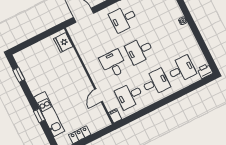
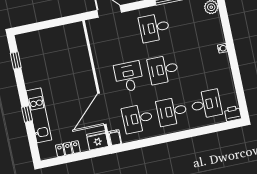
fridge: (63, 42) -> (97, 140), moved, turned 90
desk: (155, 82) -> (172, 111), turned 180
door: (99, 95) -> (102, 109), width x1.88

